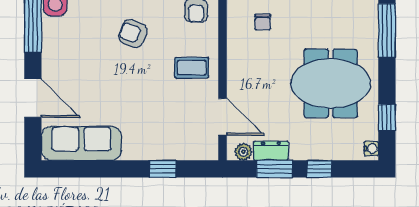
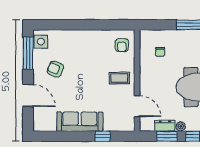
armchair: (133, 34) -> (55, 69), moved
sofa: (81, 143) -> (80, 122), moved
plant: (243, 152) -> (181, 126), moved

